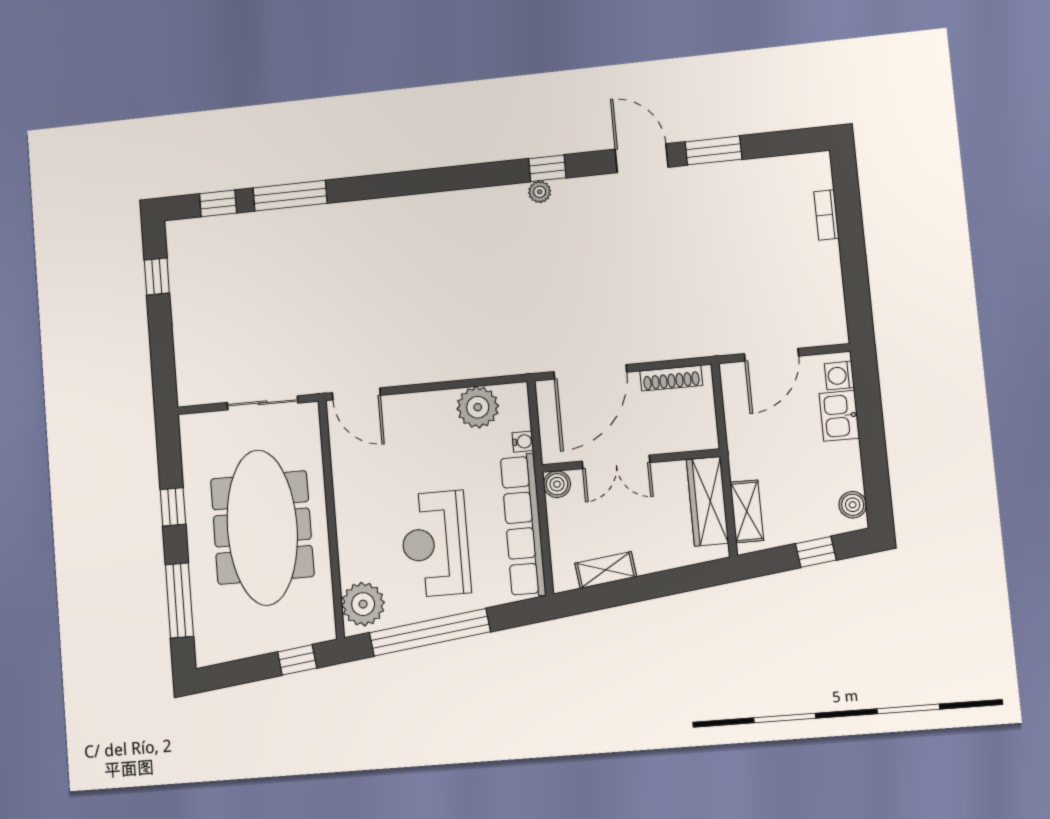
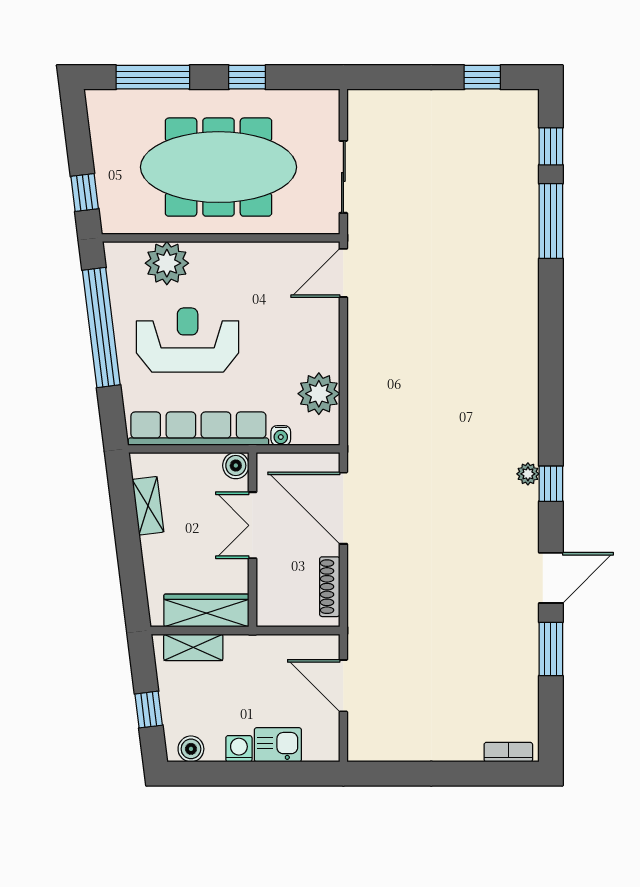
bookcase: (826, 215) -> (508, 752), moved
washing machine: (839, 376) -> (239, 749), moved
plant: (363, 604) -> (167, 263), moved

